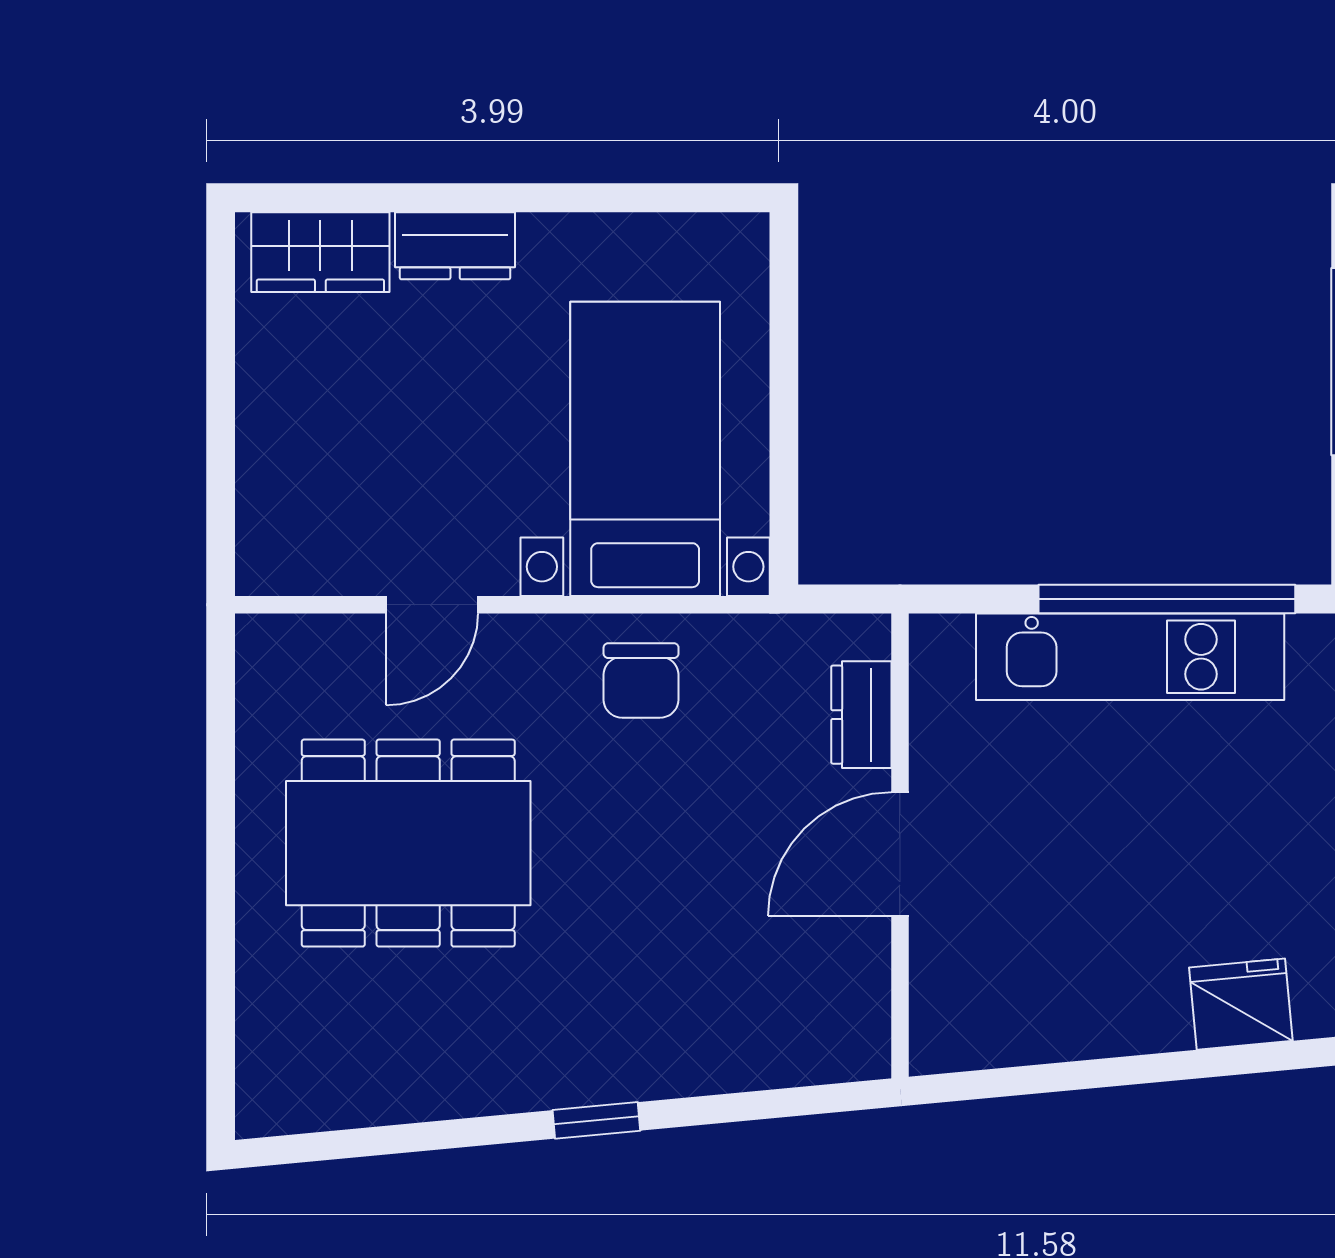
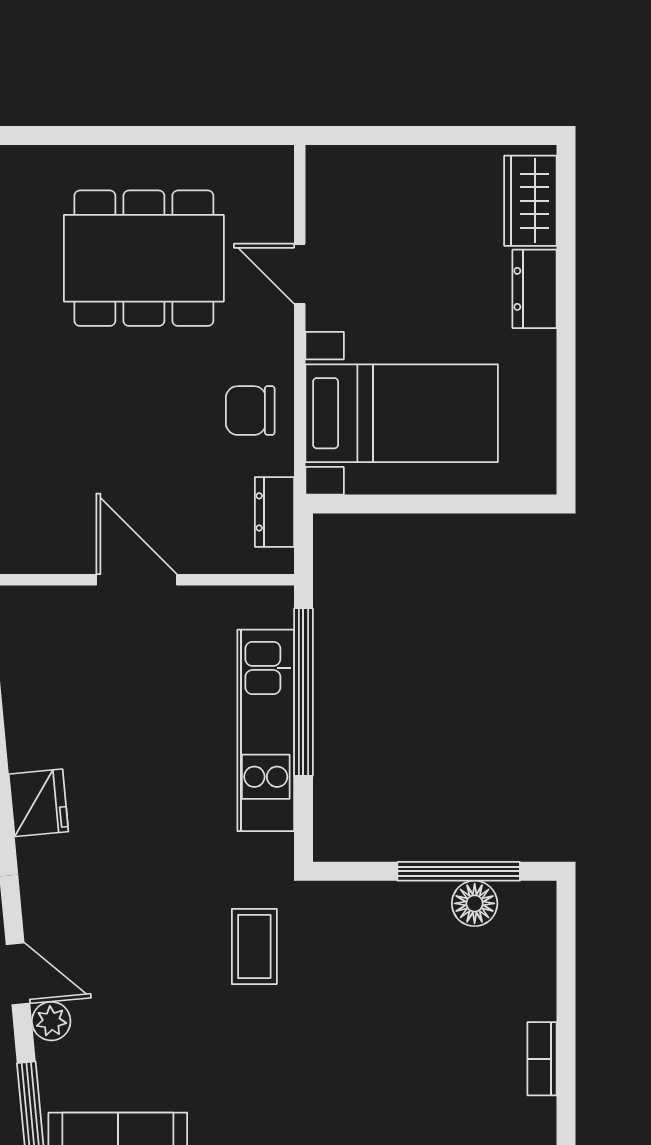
window: (1167, 599) -> (303, 692), moved
dresser: (861, 715) -> (274, 512), moved, turned -90
dining table: (408, 843) -> (144, 258), turned 90

